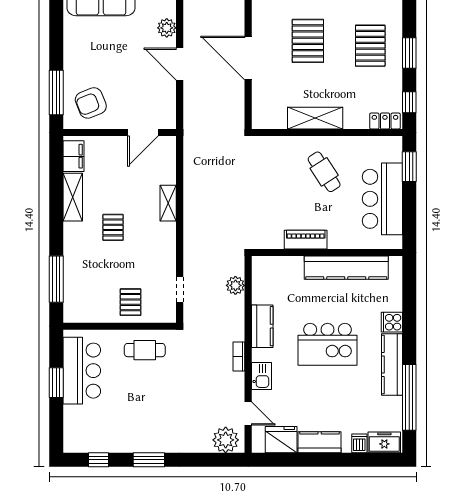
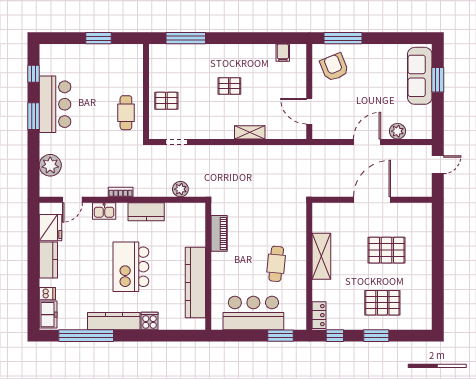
filing cabinet: (73, 156) -> (283, 53), width x0.50
cafe table: (324, 172) -> (276, 264), turned -52
shelving: (73, 197) -> (255, 52), removed
piano: (306, 240) -> (219, 233), moved
bar counter: (82, 371) -> (55, 104), moved, turned -90
plant: (226, 440) -> (50, 165), moved

